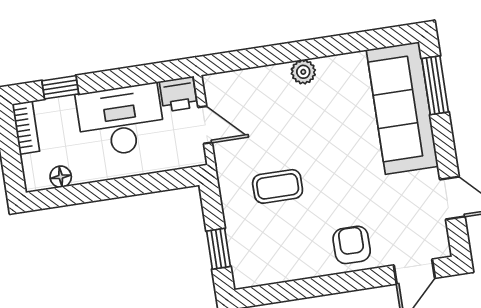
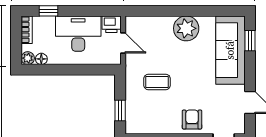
plant: (303, 72) -> (186, 28), width x1.88, depth x1.88
window: (435, 85) -> (250, 41), width x0.67
plant: (36, 179) -> (28, 58), added

